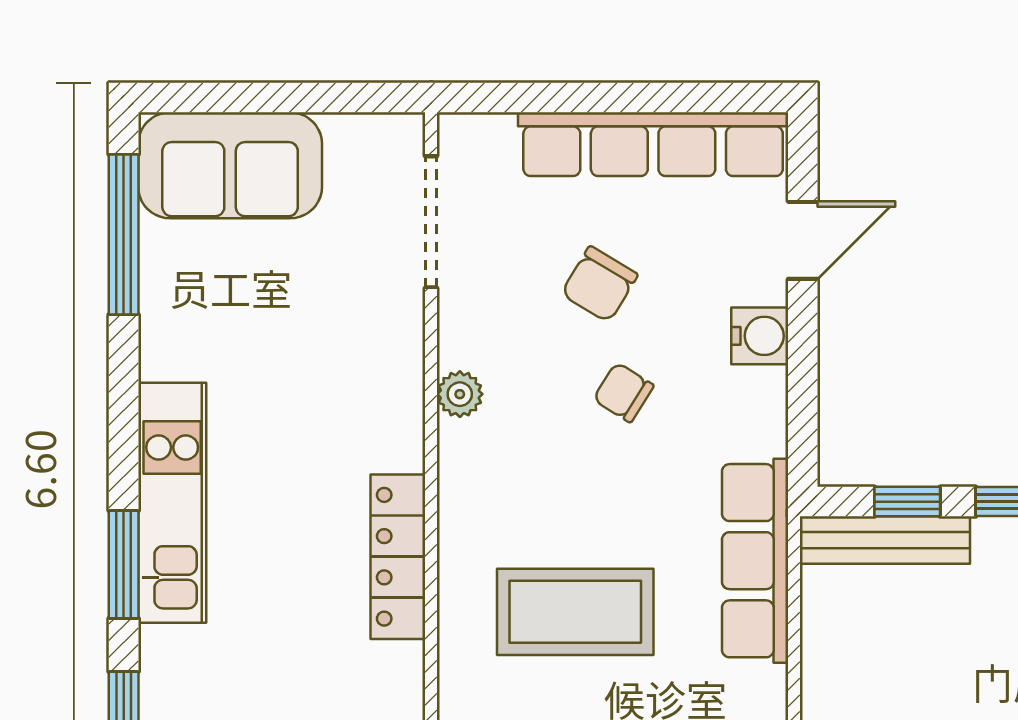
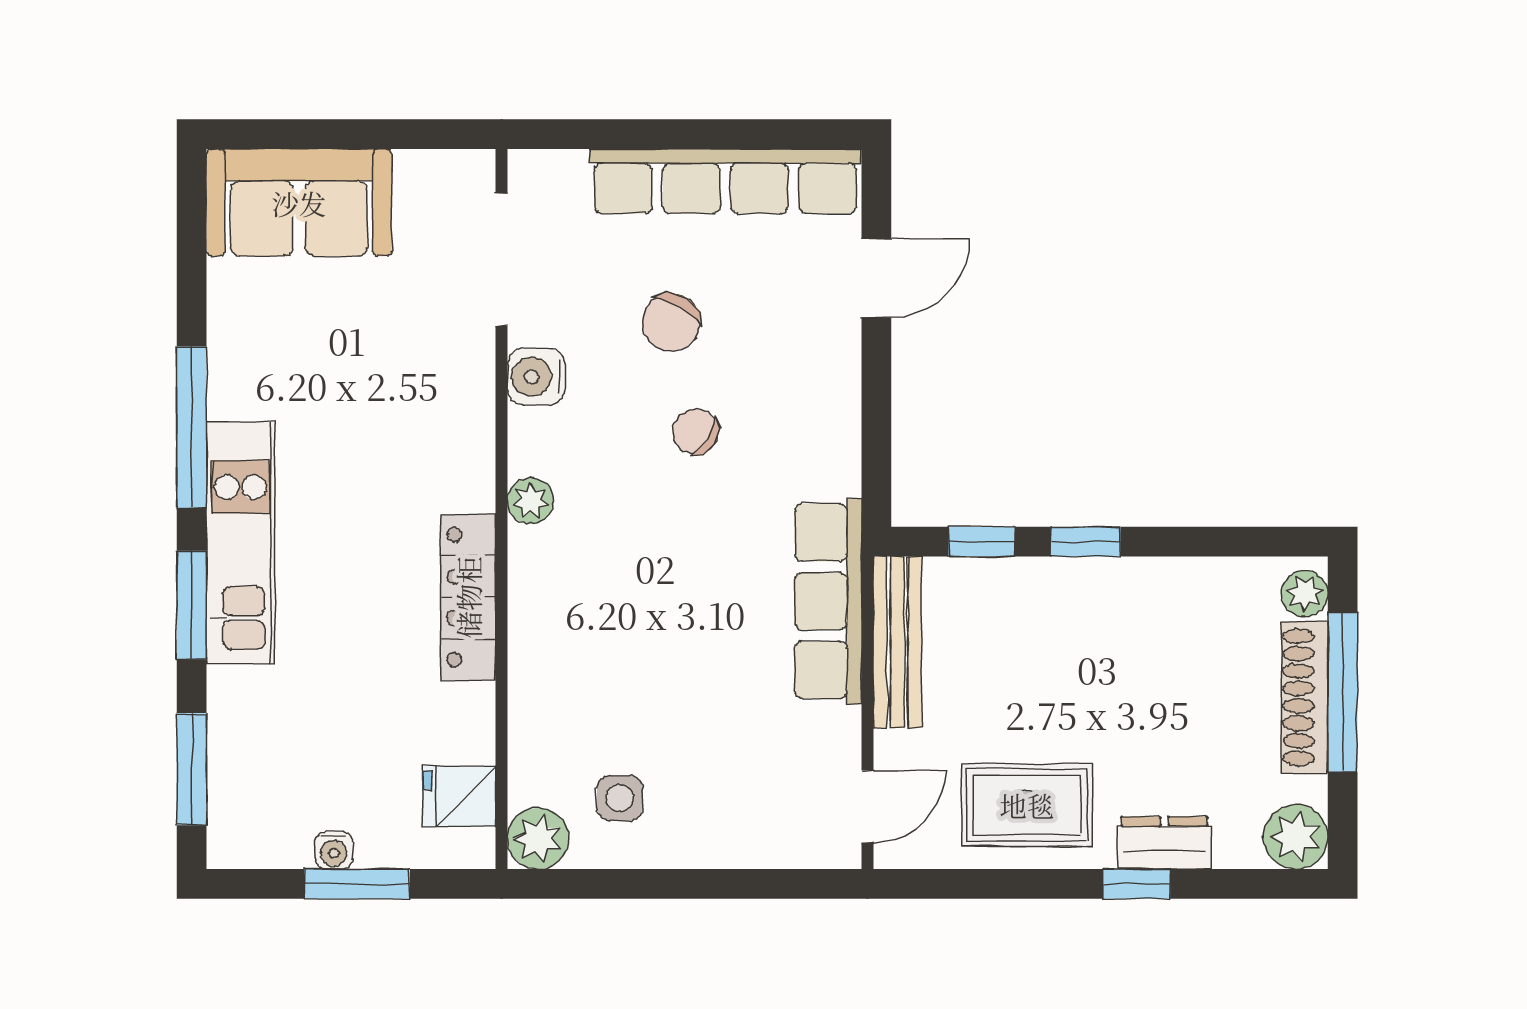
window: (124, 235) -> (192, 427), moved
water cooler: (760, 336) -> (536, 377), moved, turned 180
plant: (460, 394) -> (530, 501), moved
bench: (885, 540) -> (897, 642), moved, turned 90
coffee table: (575, 612) -> (647, 653), removed

